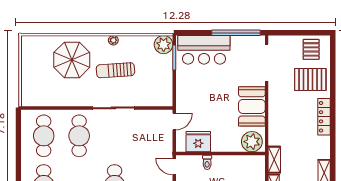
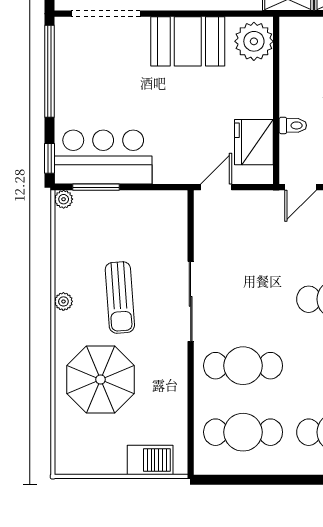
window: (190, 33) -> (49, 158), added
plant: (164, 45) -> (64, 199), width x0.53, depth x0.53
bar counter: (204, 50) -> (103, 157), moved, turned -90
barbecue: (29, 86) -> (150, 460), added
door: (174, 121) -> (216, 187), hinge flipped

